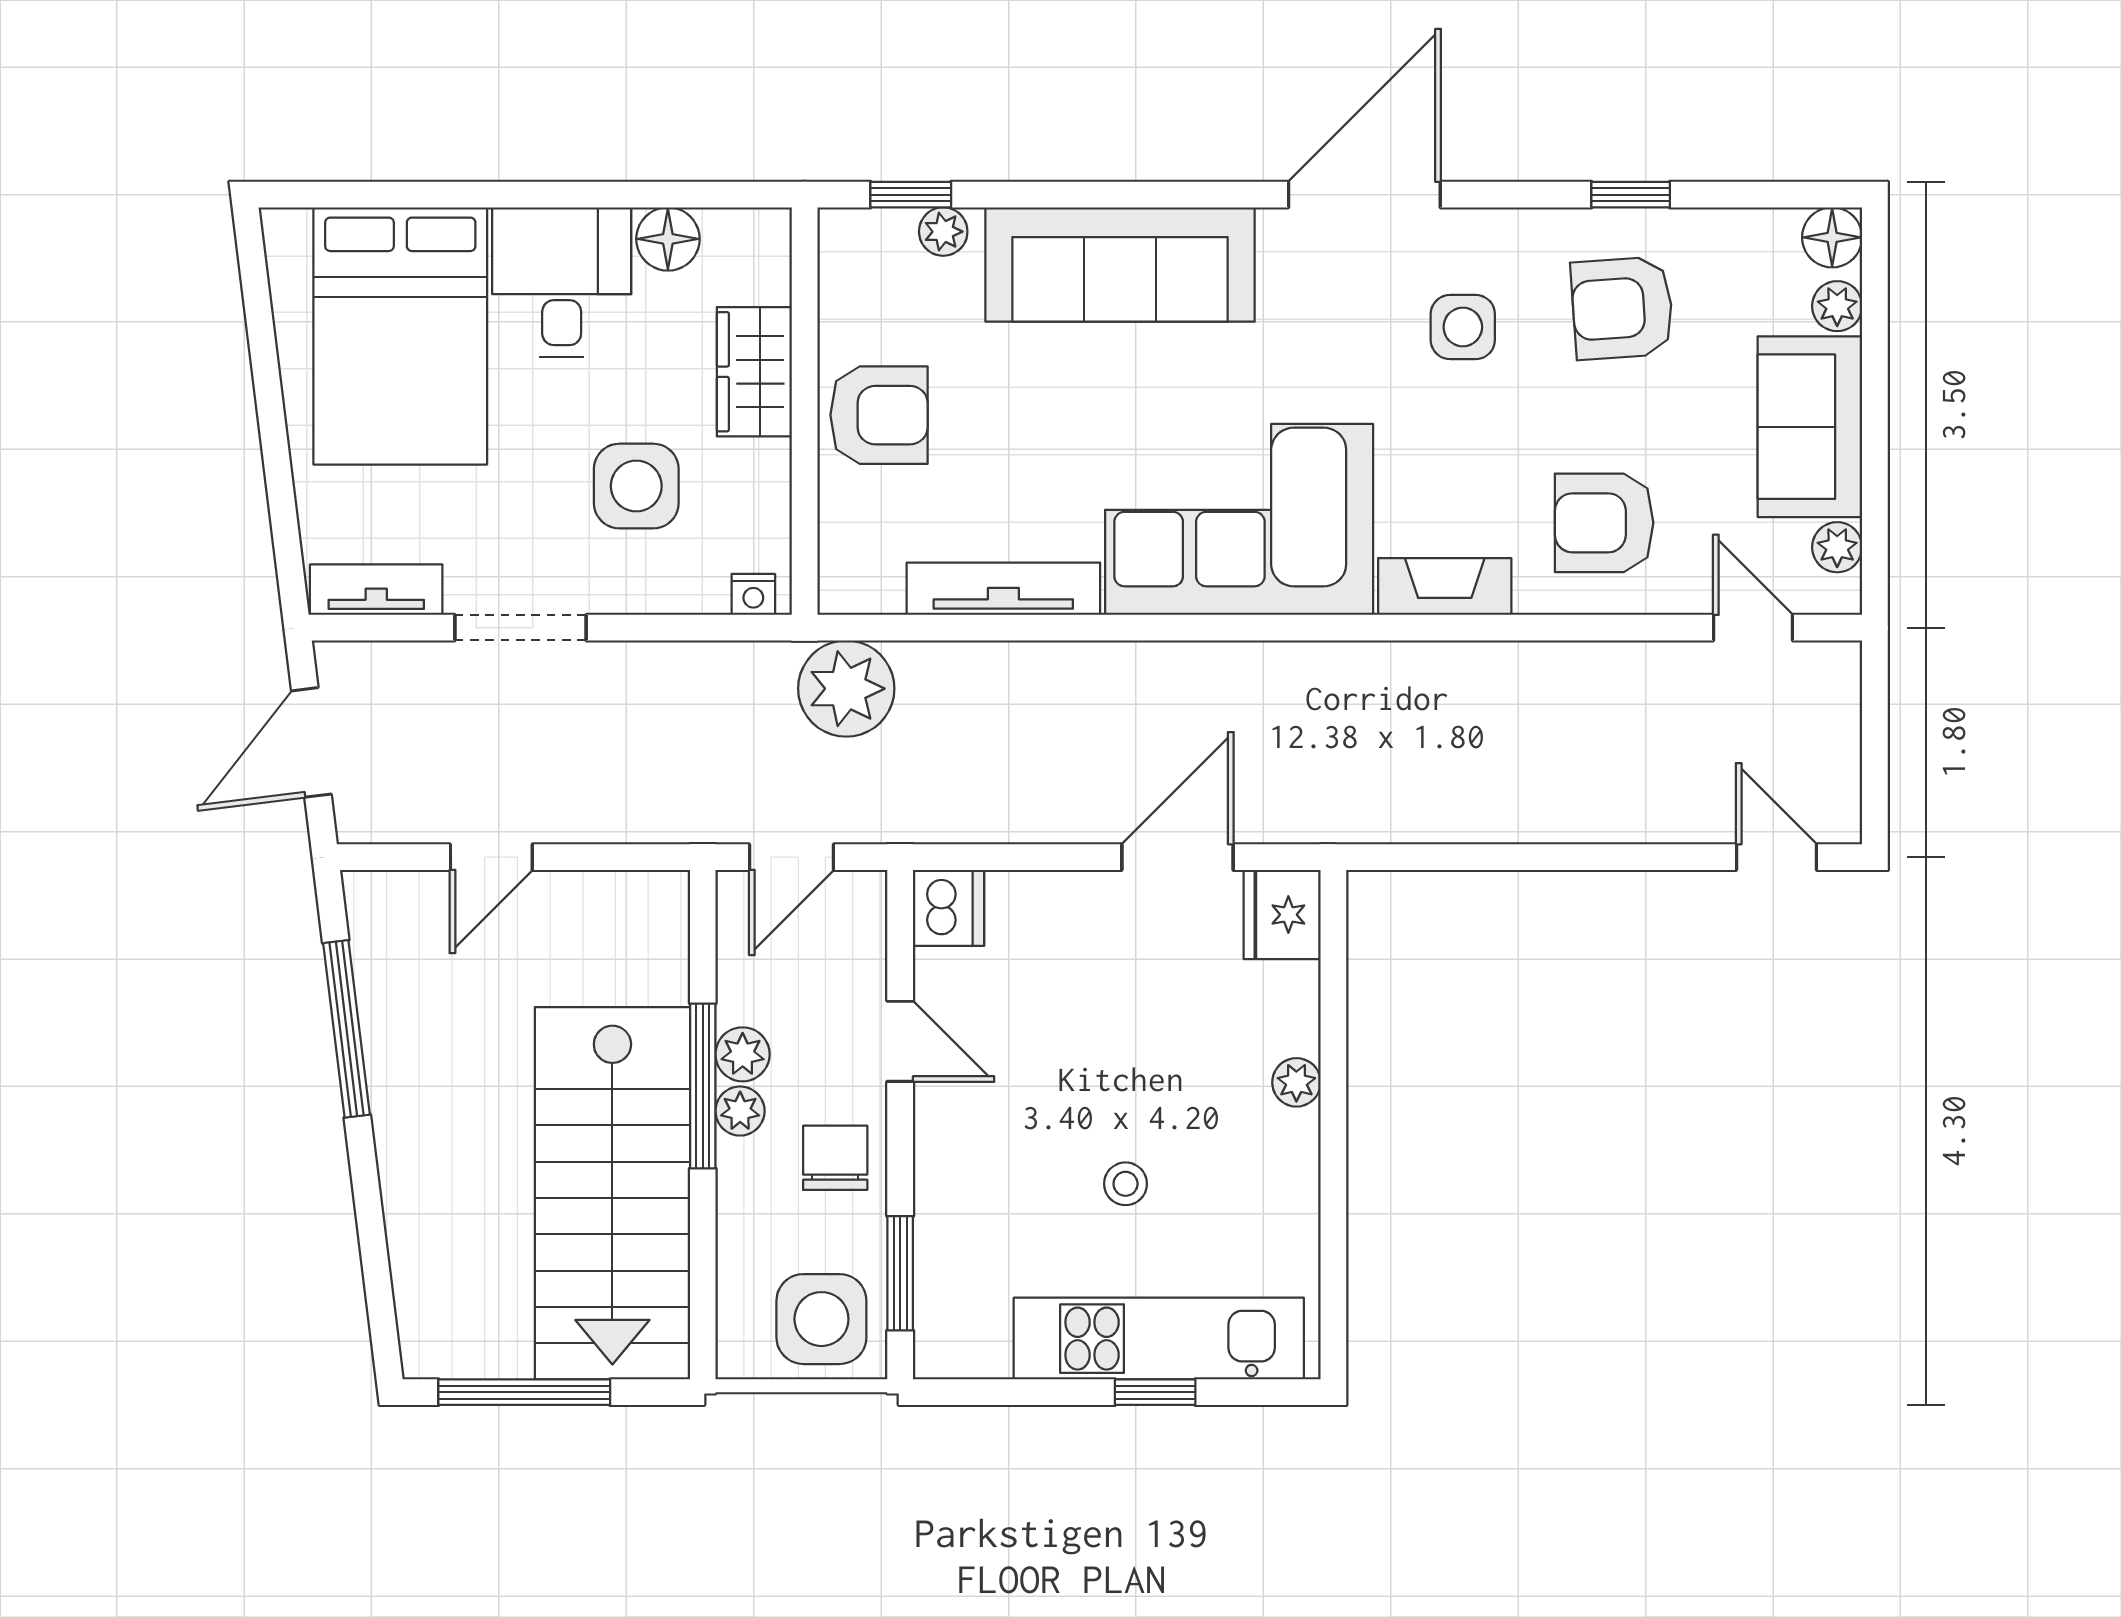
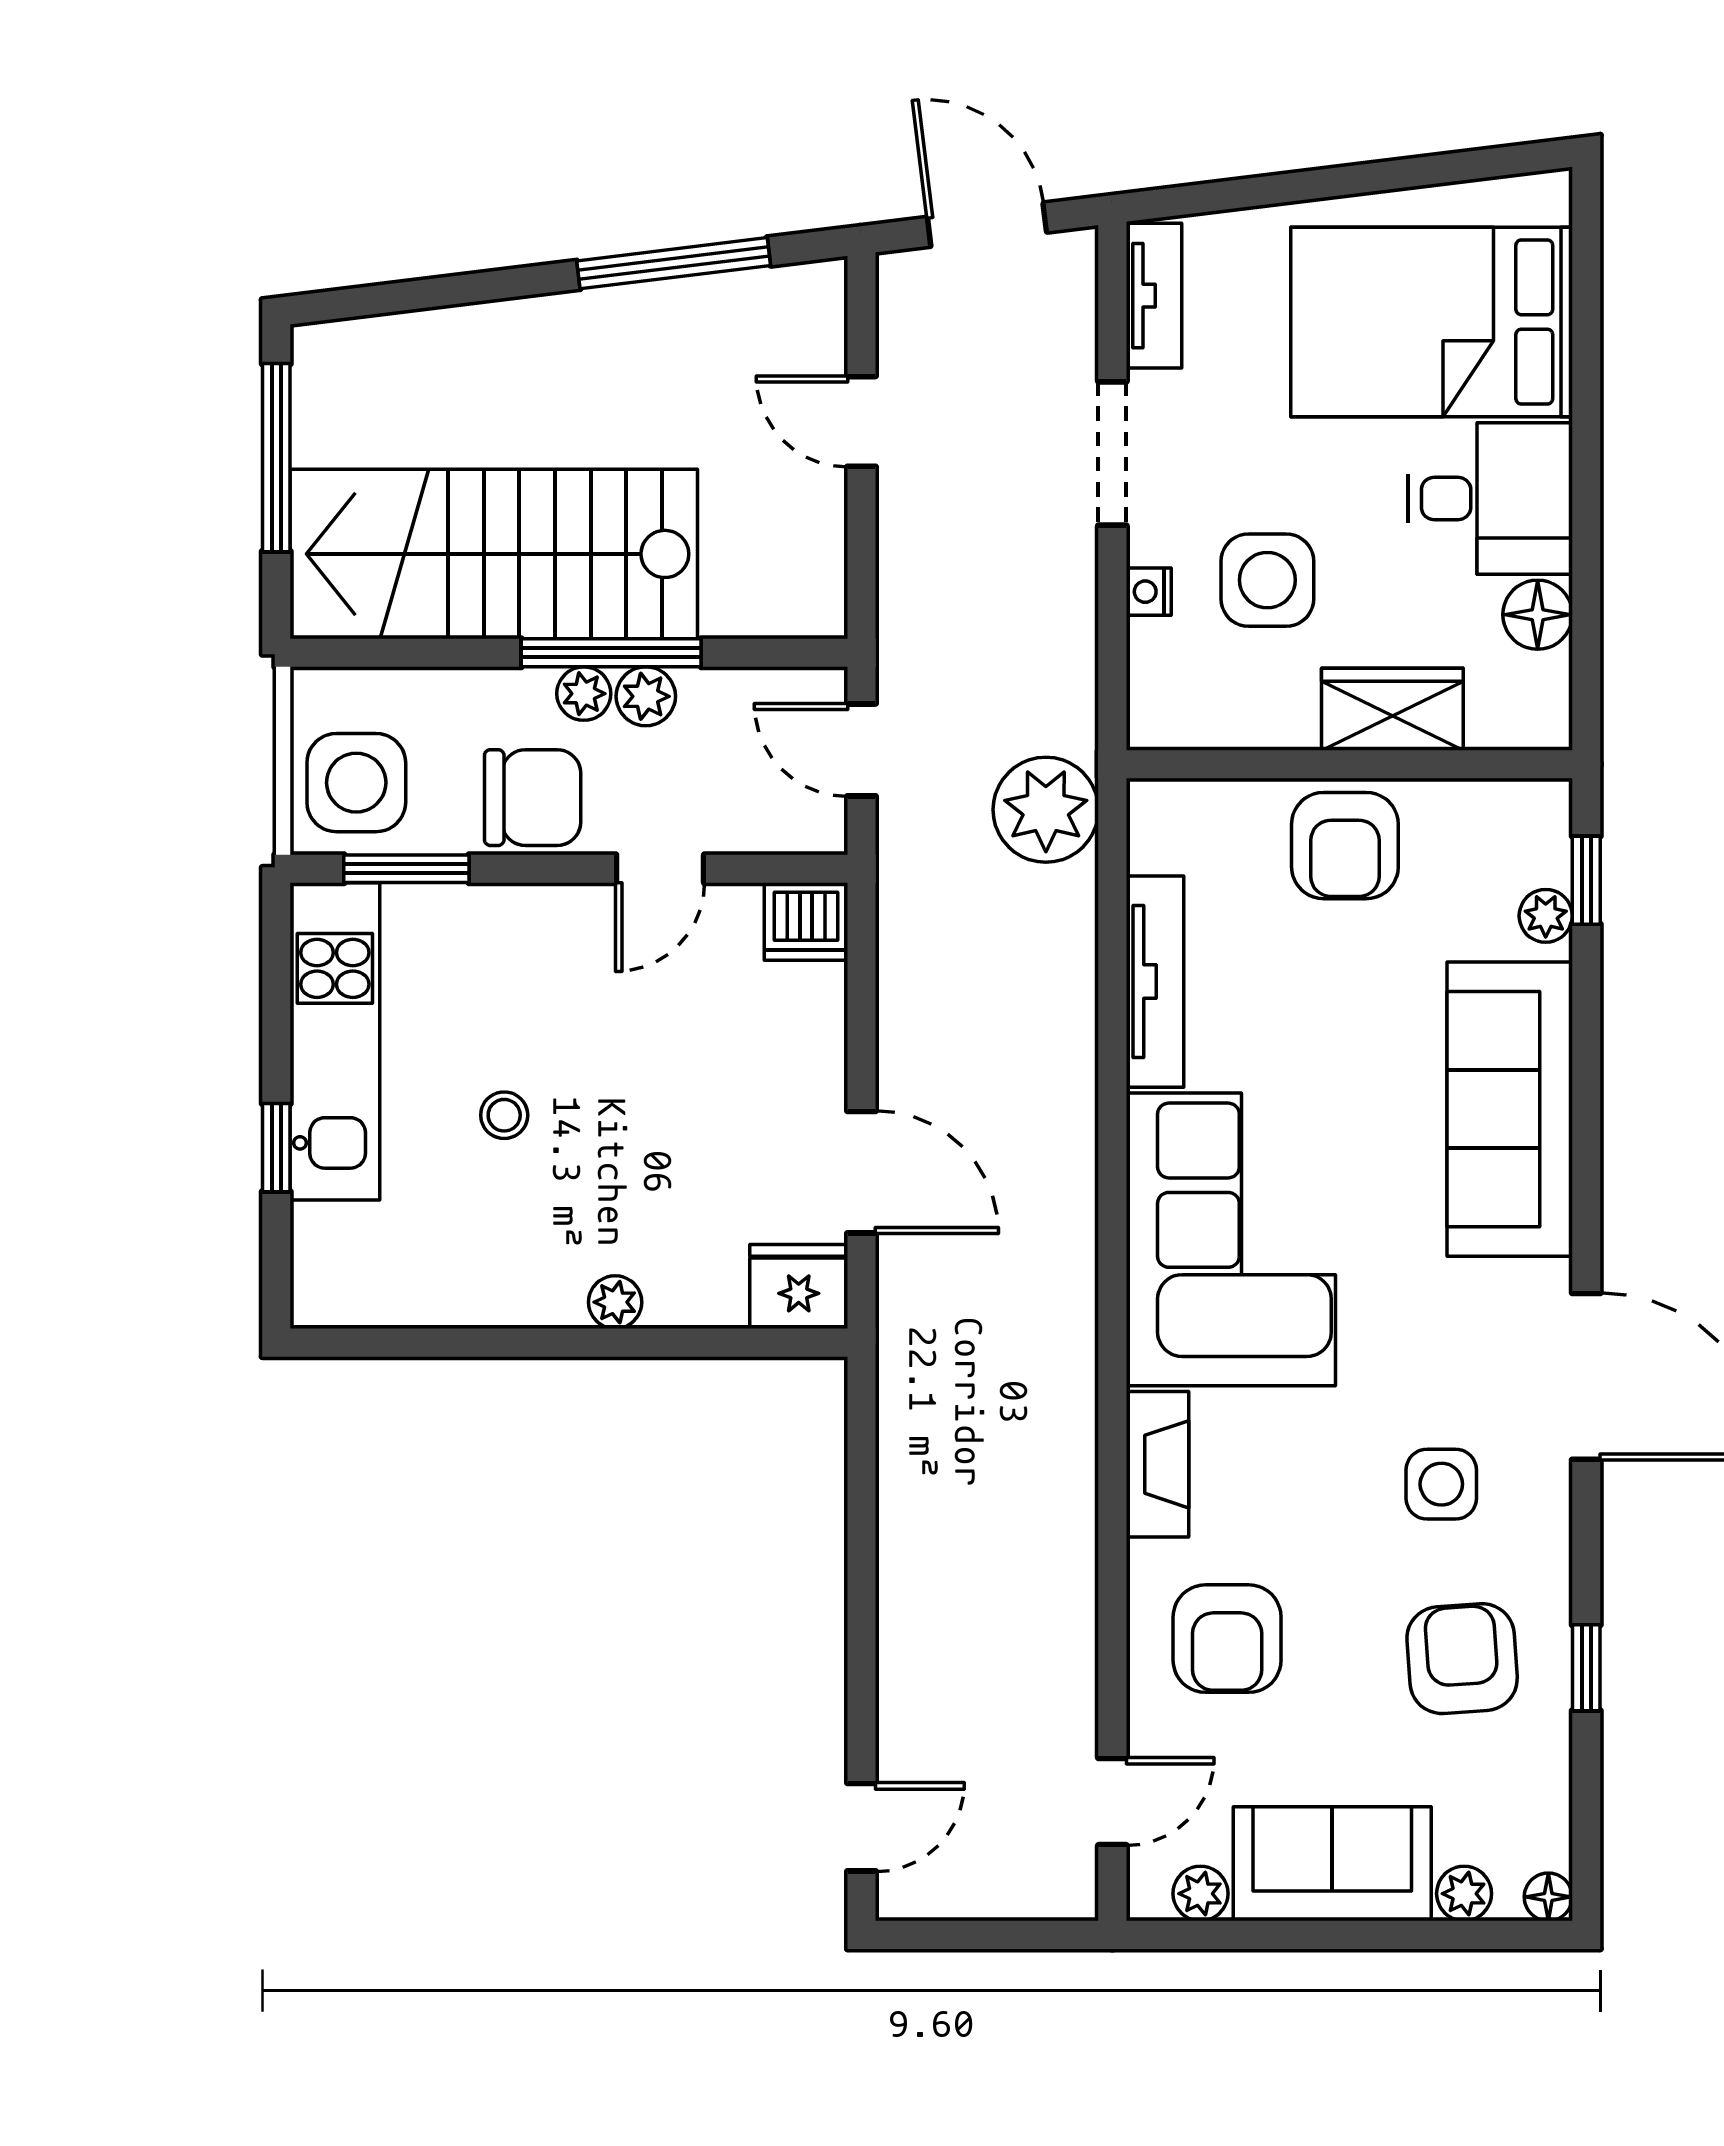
floor lamp: (1832, 237) -> (1548, 1897), width x0.73, depth x0.73
armchair: (1604, 523) -> (1227, 1639), turned 180
nightstand: (753, 594) -> (1149, 592), moved
chair: (835, 1158) -> (533, 798), width x1.37, depth x1.37
kitchen unit: (1159, 1339) -> (335, 1041), moved

